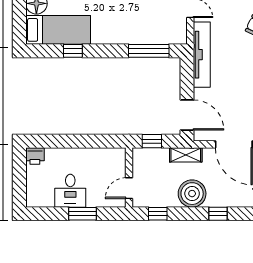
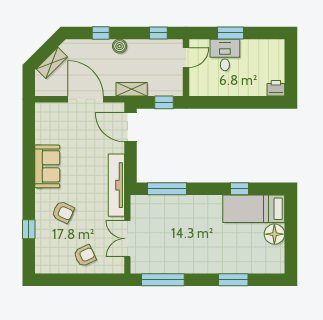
desk: (70, 191) -> (225, 55), moved
boiler: (192, 194) -> (120, 46), width x0.54, depth x0.54

